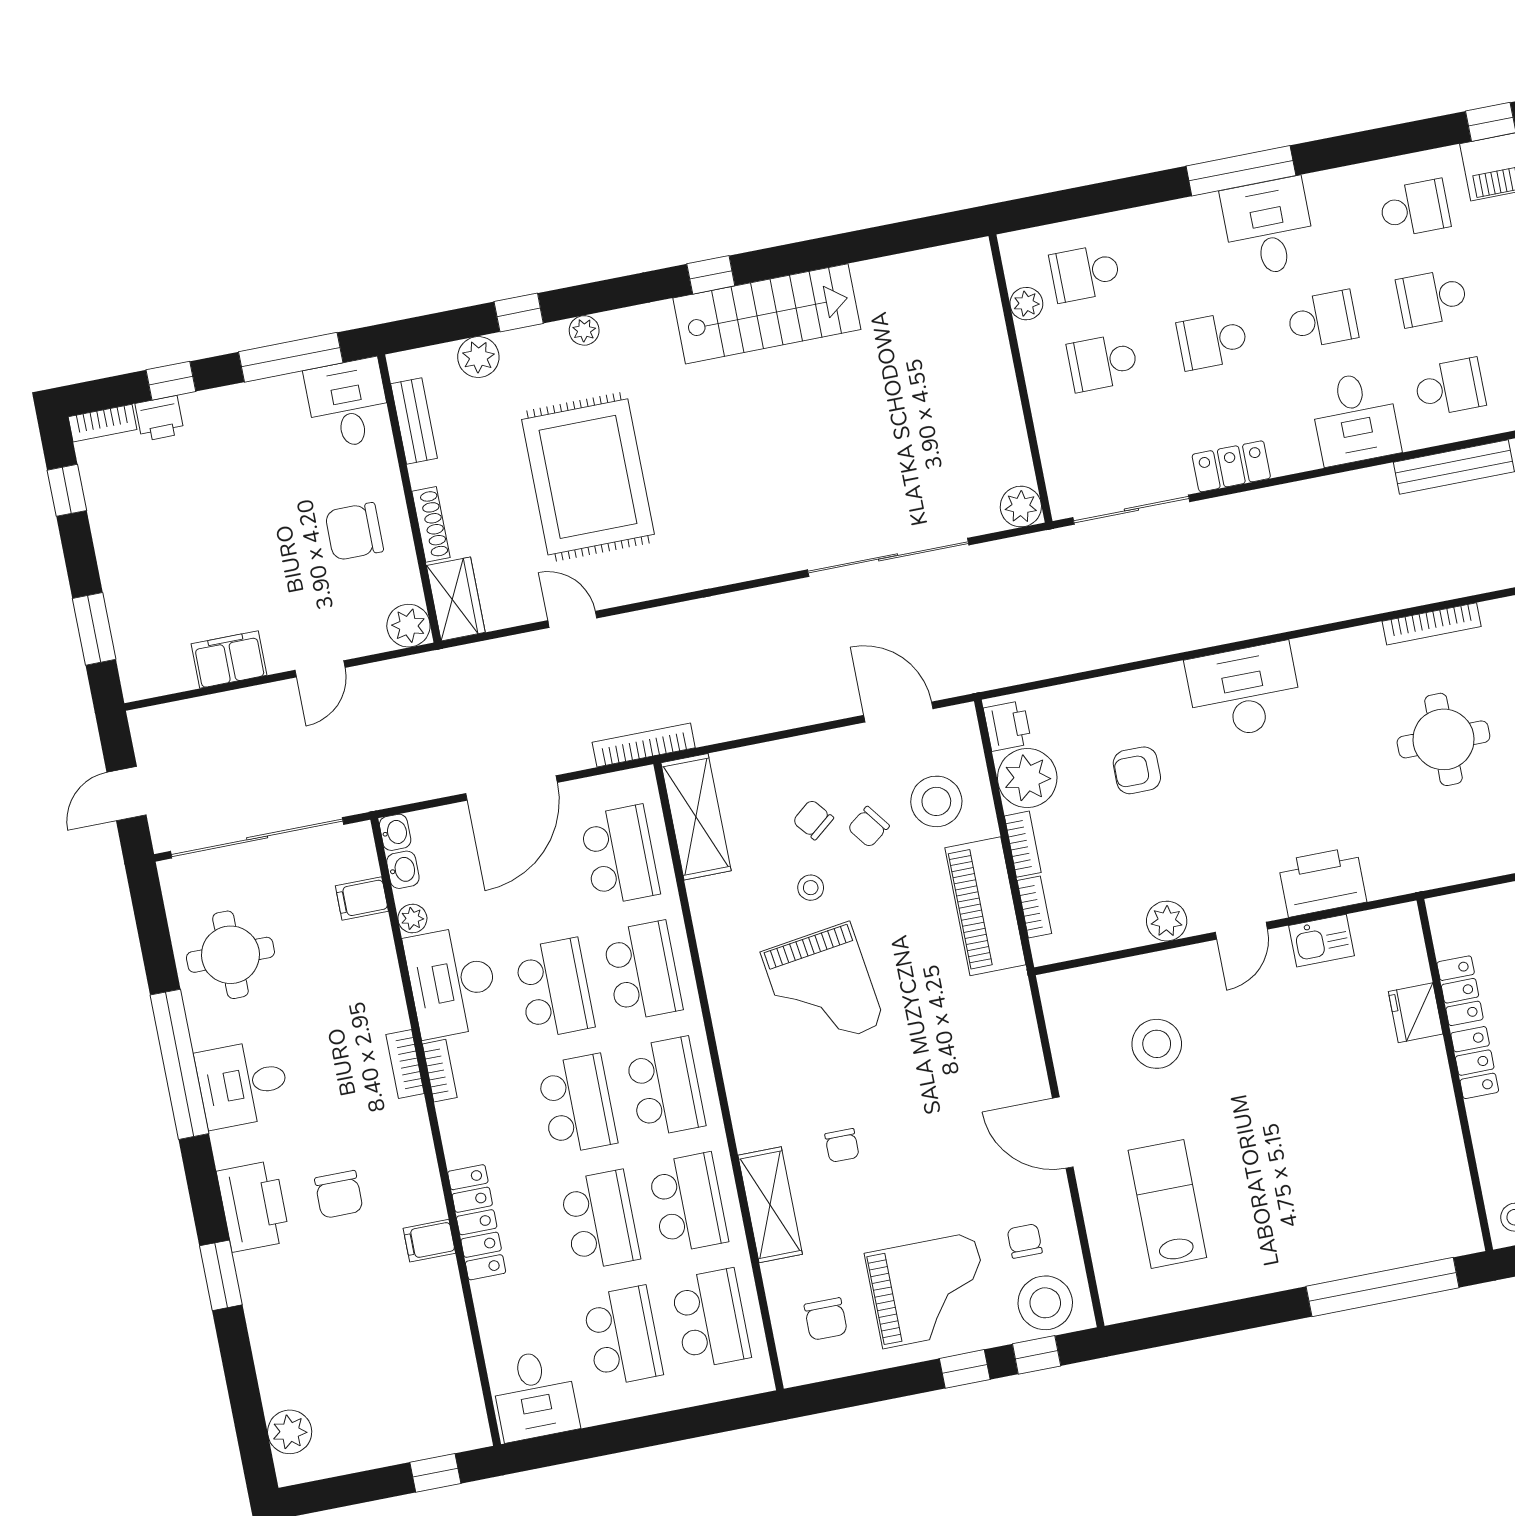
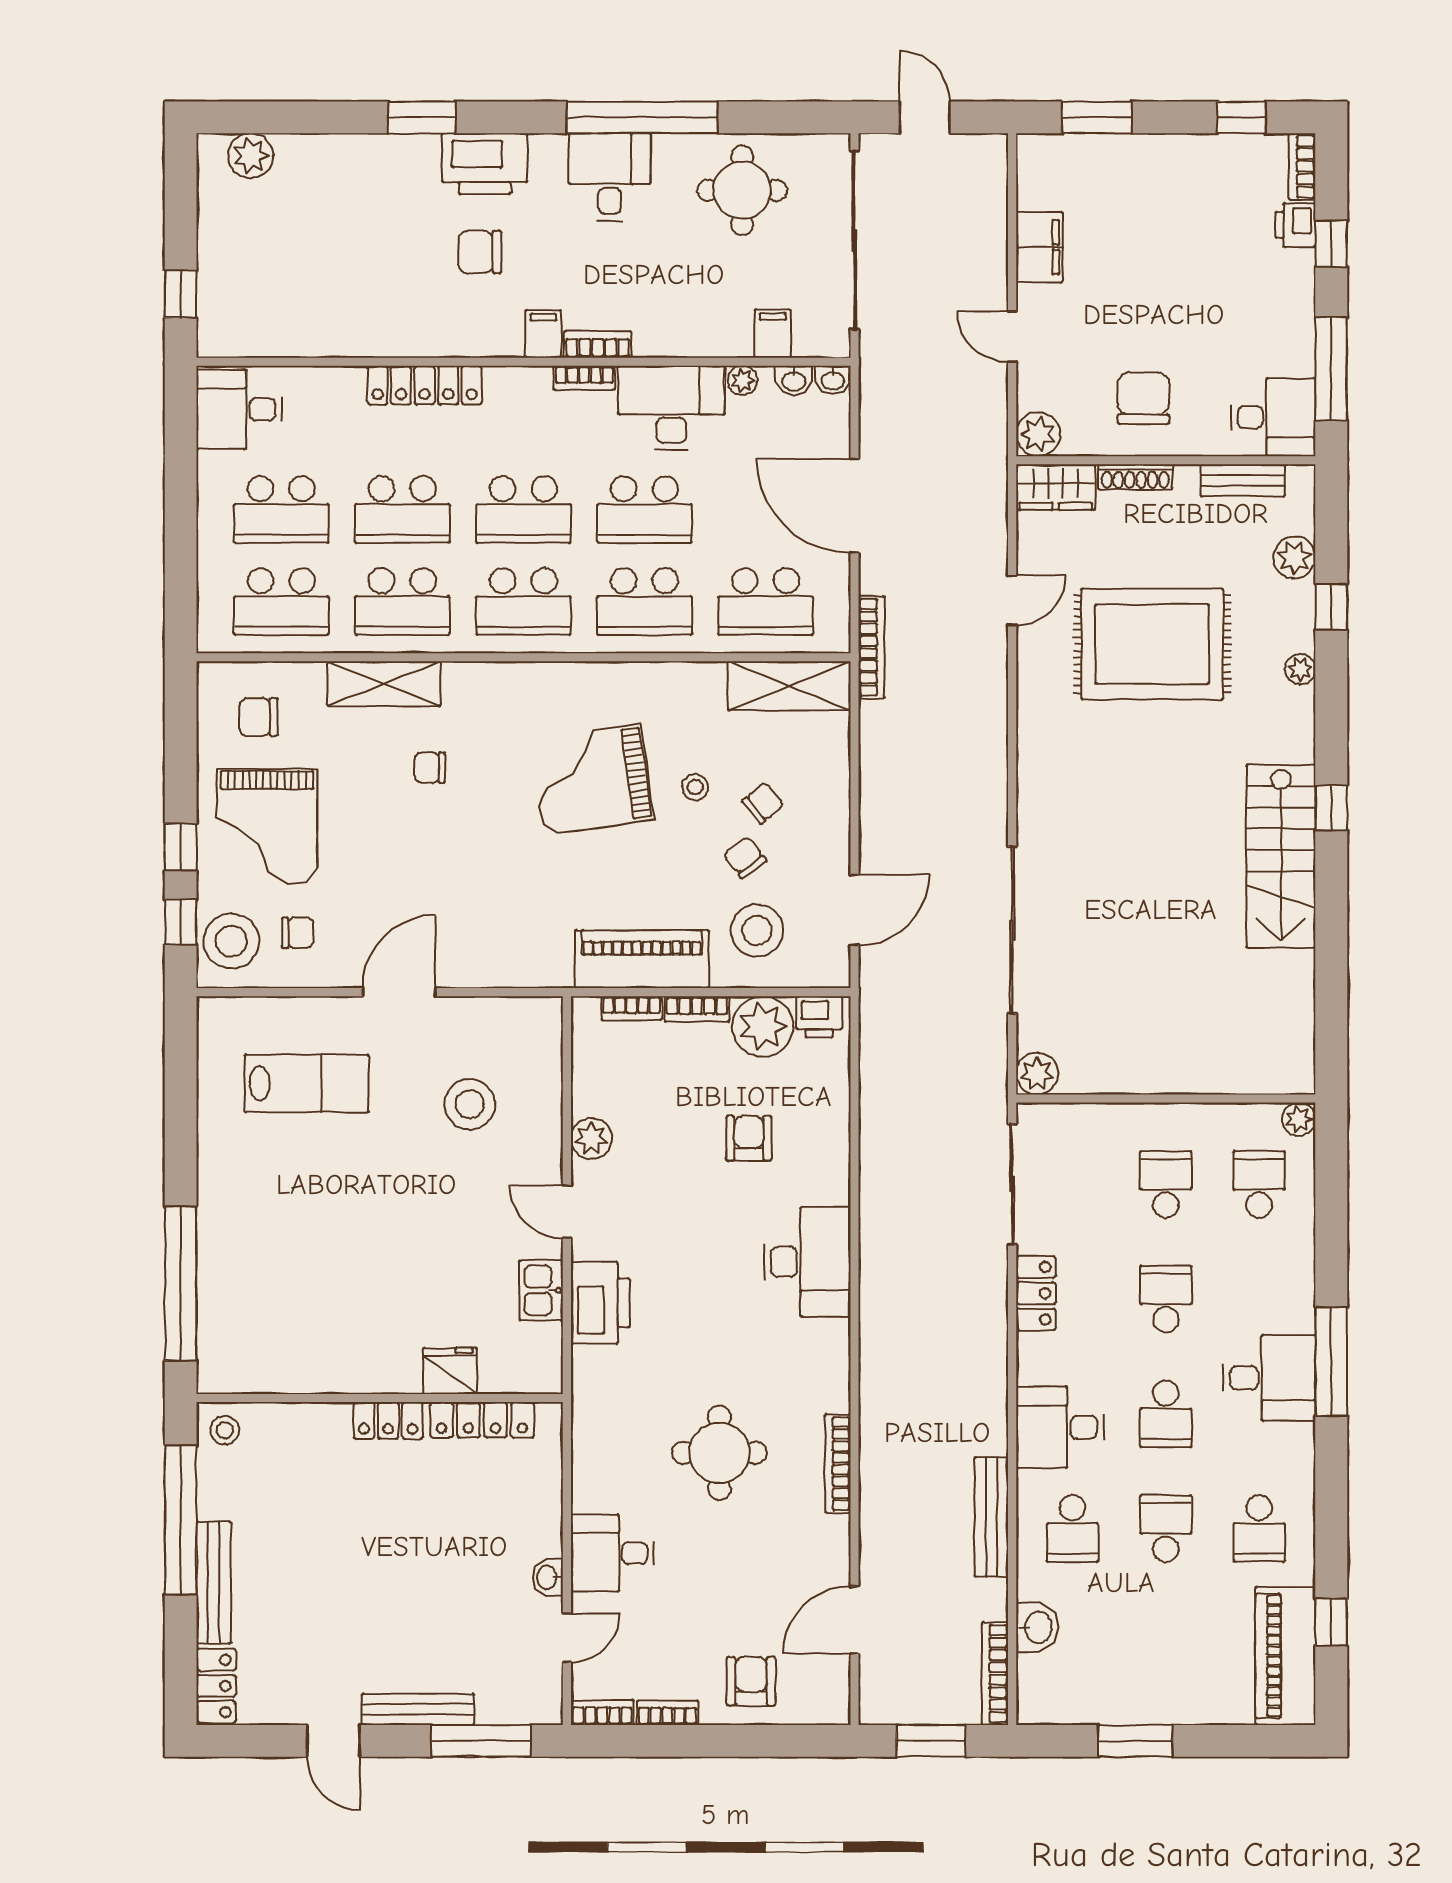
plant: (1026, 304) -> (1299, 1119), moved
locker: (1460, 991) -> (482, 1420), width x1.53
filing cabinet: (429, 1241) -> (543, 334), moved

